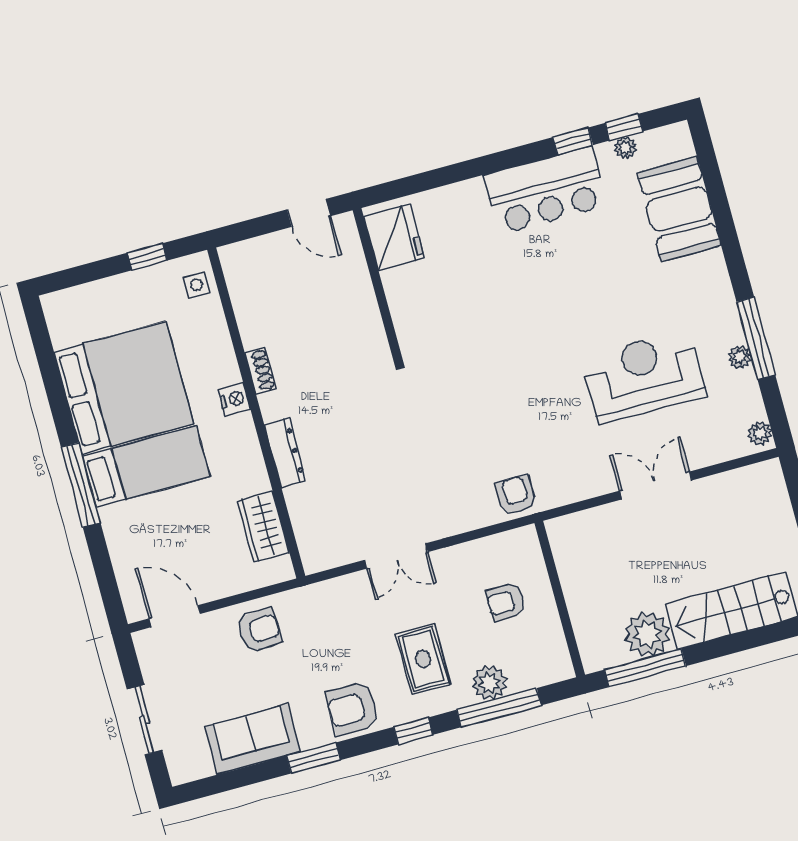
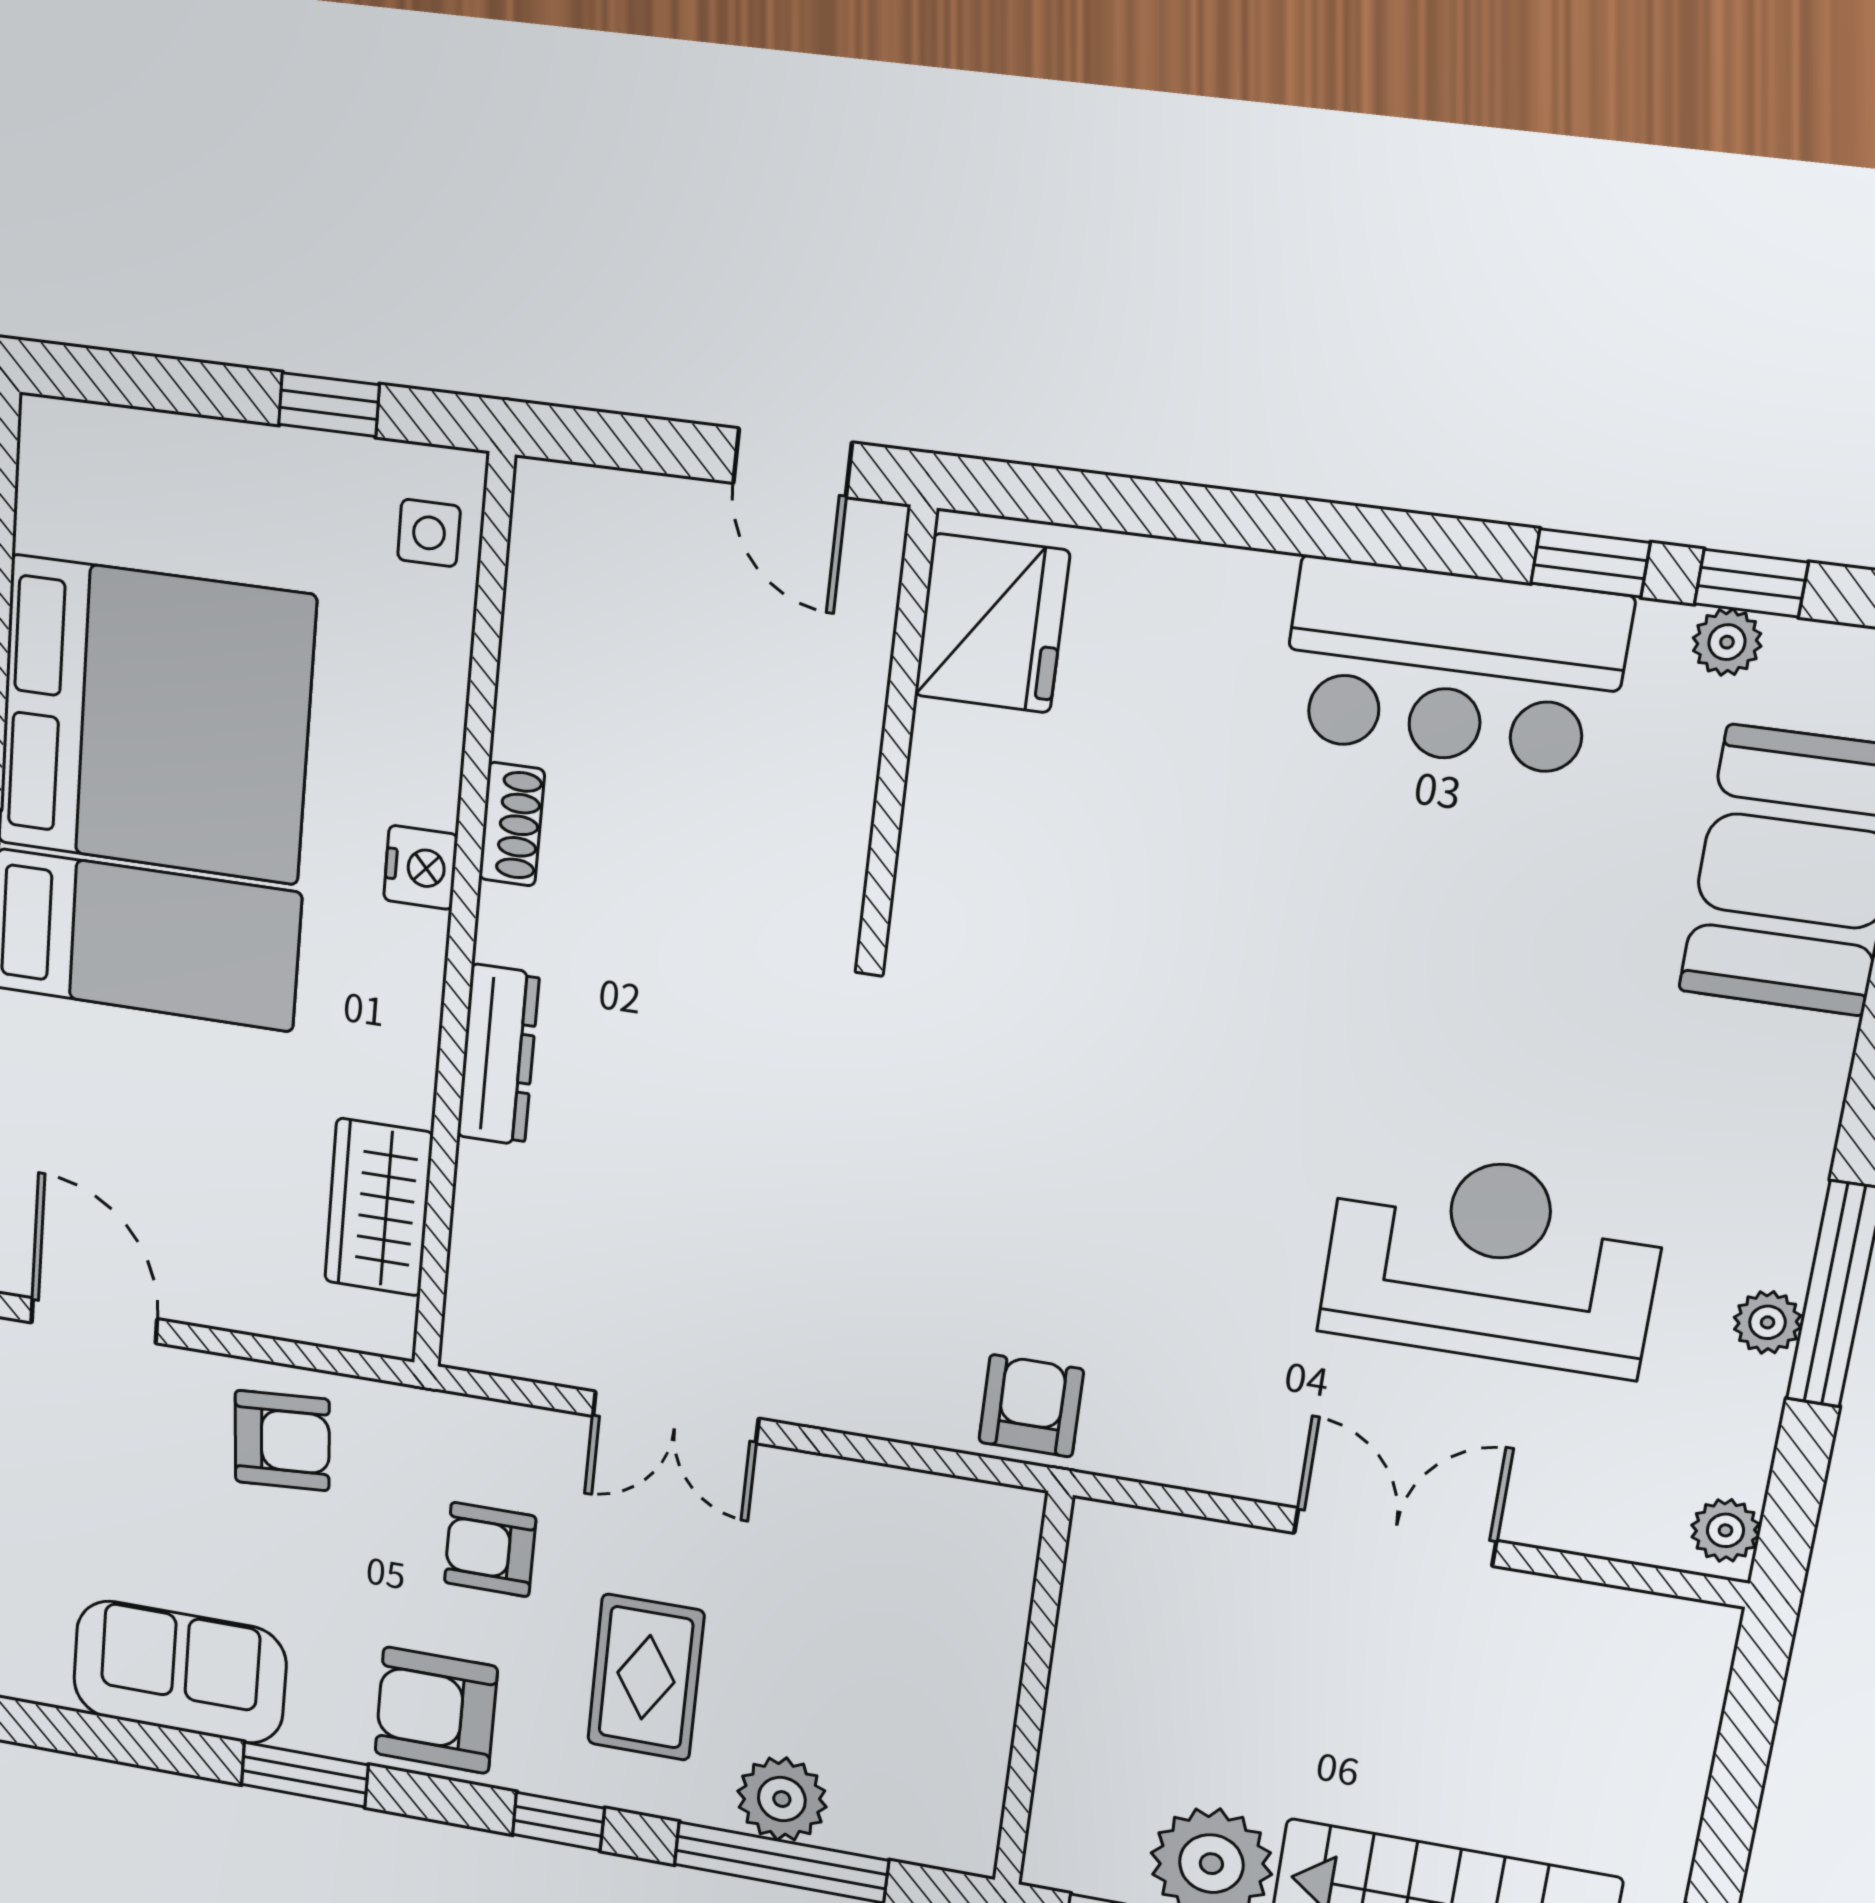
armchair: (506, 602) -> (490, 1550), moved

